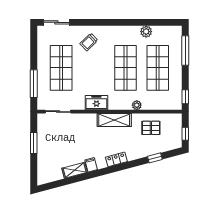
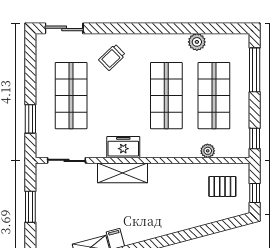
window: (34, 84) -> (30, 119), width x0.69
plant: (137, 105) -> (208, 151), moved
shelving: (114, 120) -> (123, 173), moved
pallet: (151, 128) -> (222, 186), moved
window: (155, 158) -> (210, 229), removed
locker: (116, 159) -> (153, 231), removed

